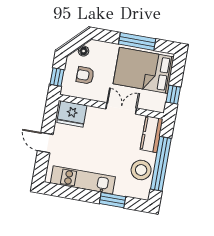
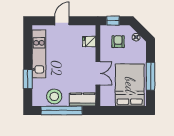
window: (173, 95) -> (115, 111), removed
fridge: (72, 114) -> (89, 42), width x0.53, depth x0.75

